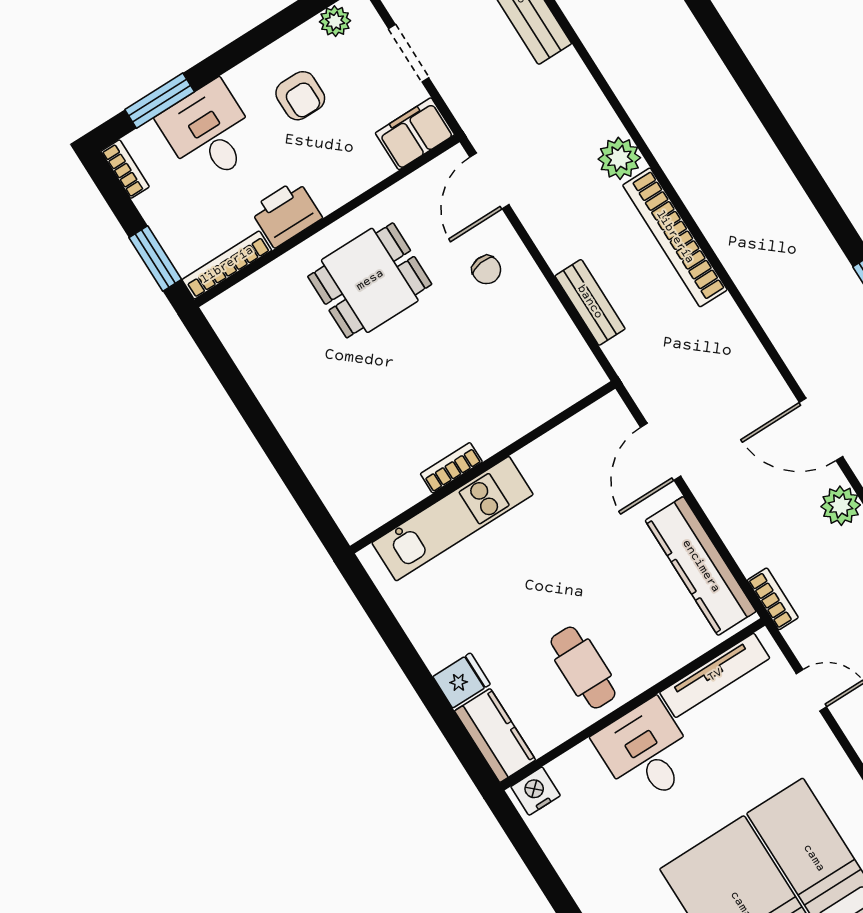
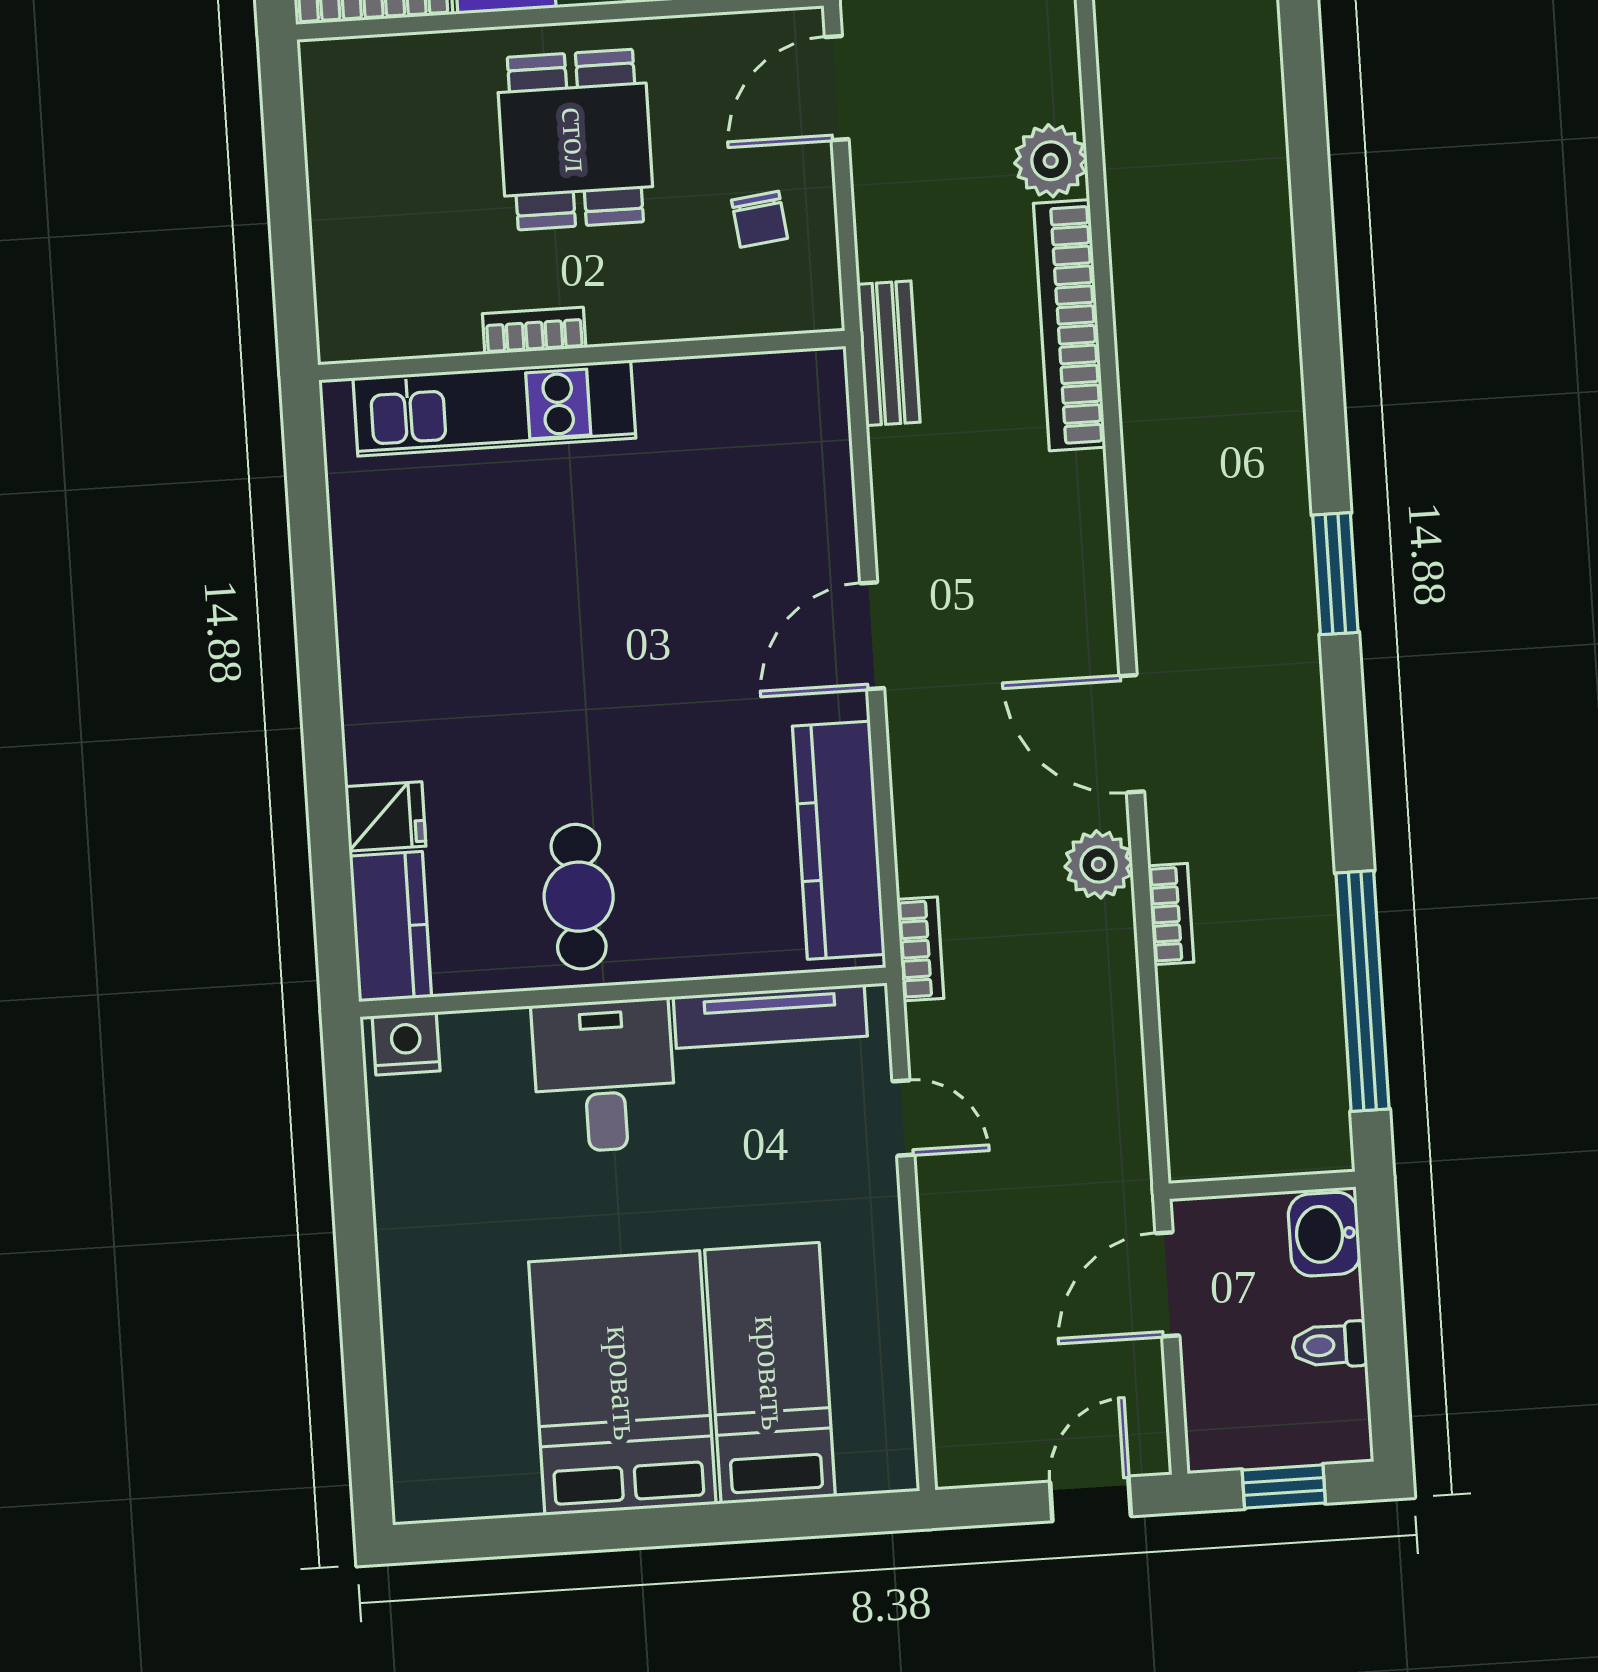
dining table: (370, 280) -> (575, 140), turned 90
wall: (483, 467) -> (582, 355), moved
bookcase: (451, 468) -> (534, 331), moved
kitchen unit: (453, 519) -> (494, 408), moved

